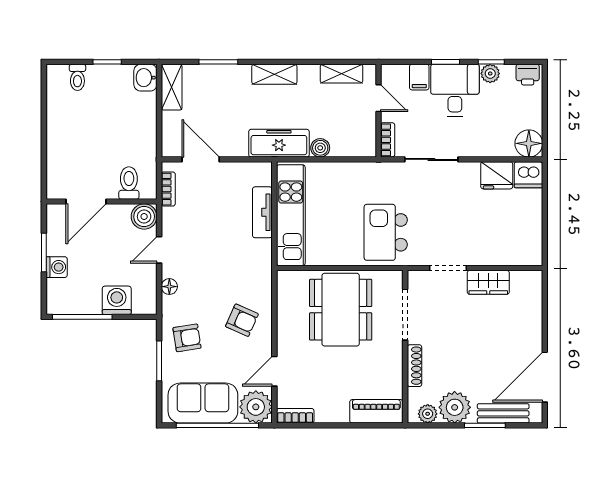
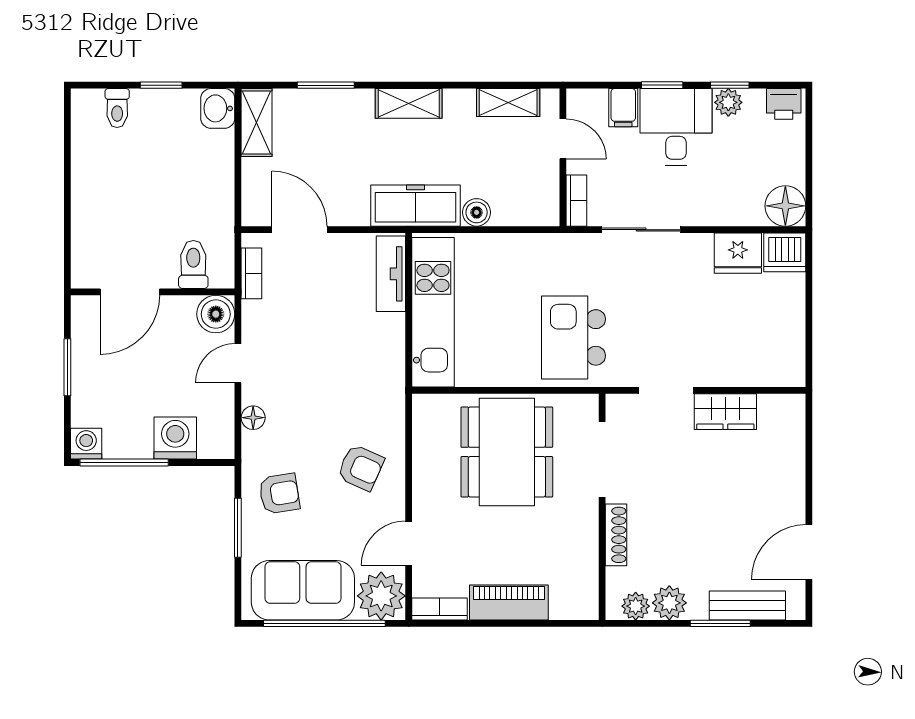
tv unit: (262, 212) -> (391, 274), moved
washing machine: (57, 267) -> (86, 444), moved, turned -90
door: (545, 377) -> (809, 552), width x0.73
plant: (455, 407) -> (669, 603), width x0.73, depth x0.73
piano: (376, 411) -> (509, 602), moved

